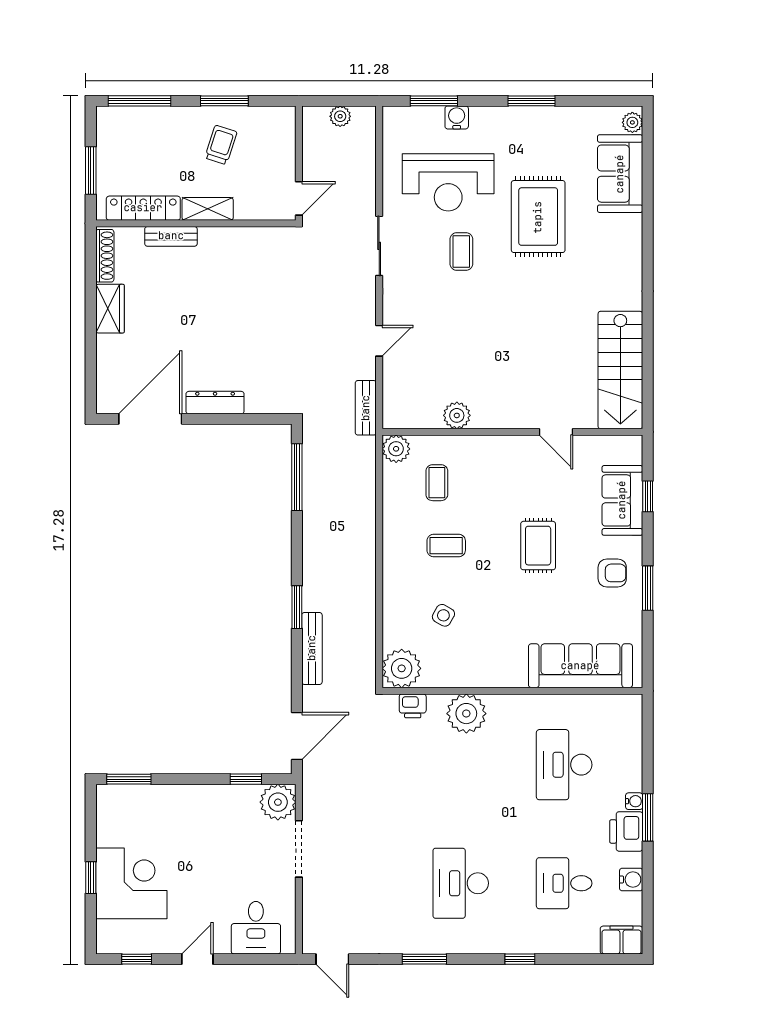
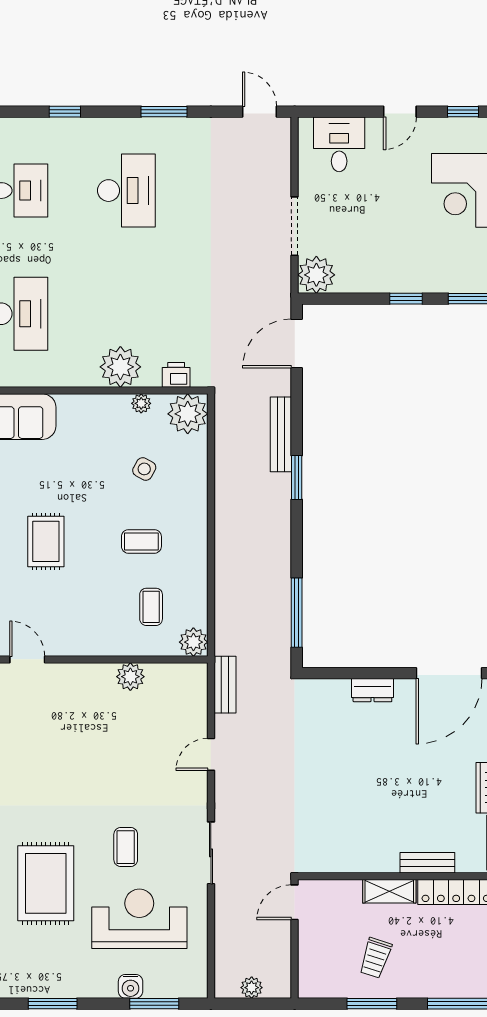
dresser: (215, 403) -> (372, 690), width x0.70
plant: (446, 678) -> (141, 403), added
window: (246, 779) -> (406, 299), moved

